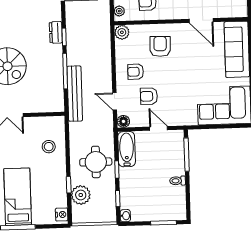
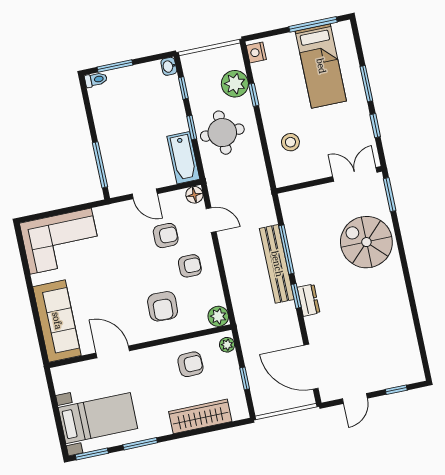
bench: (75, 94) -> (277, 264), moved
toilet: (178, 181) -> (96, 80), moved

